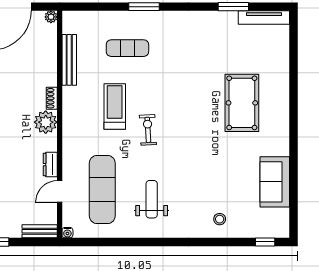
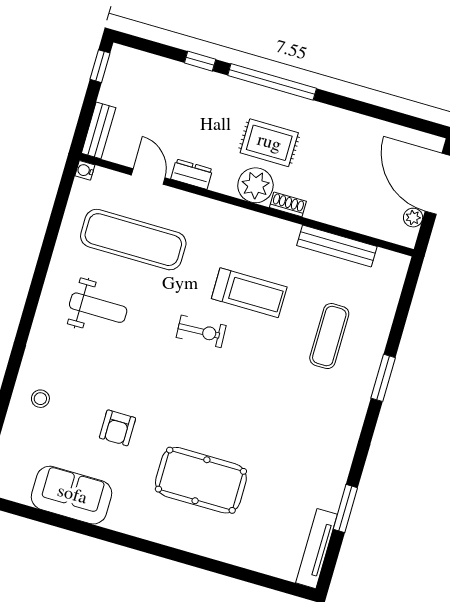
plant: (51, 17) -> (413, 218), moved
rug: (16, 121) -> (269, 143), added
armchair: (224, 165) -> (117, 428), added

